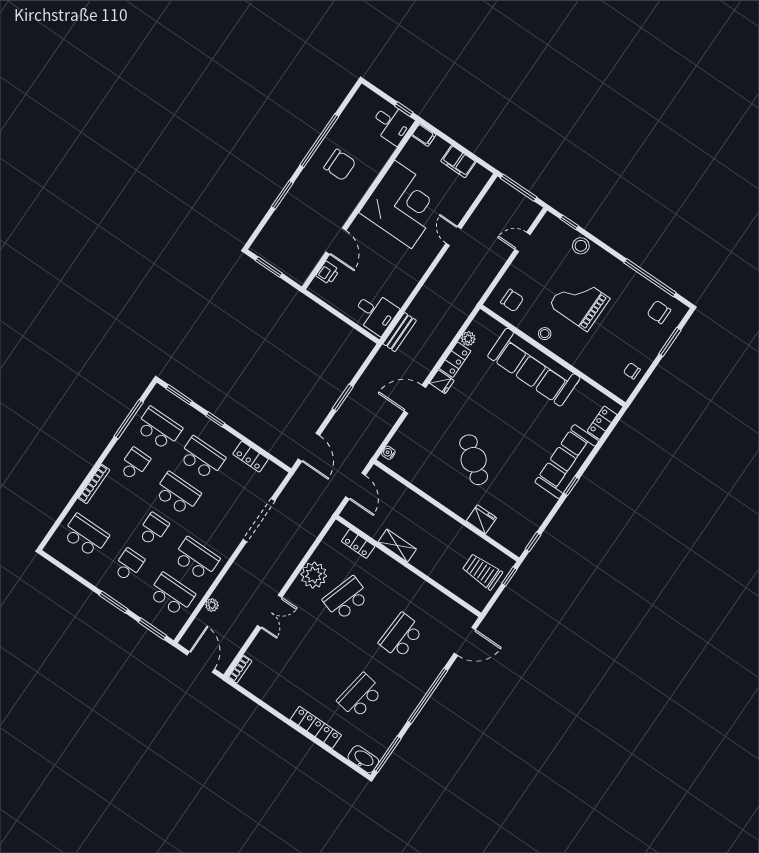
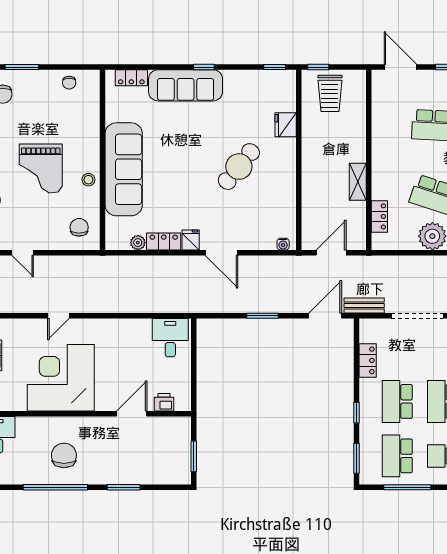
bench: (400, 332) -> (364, 305), moved

